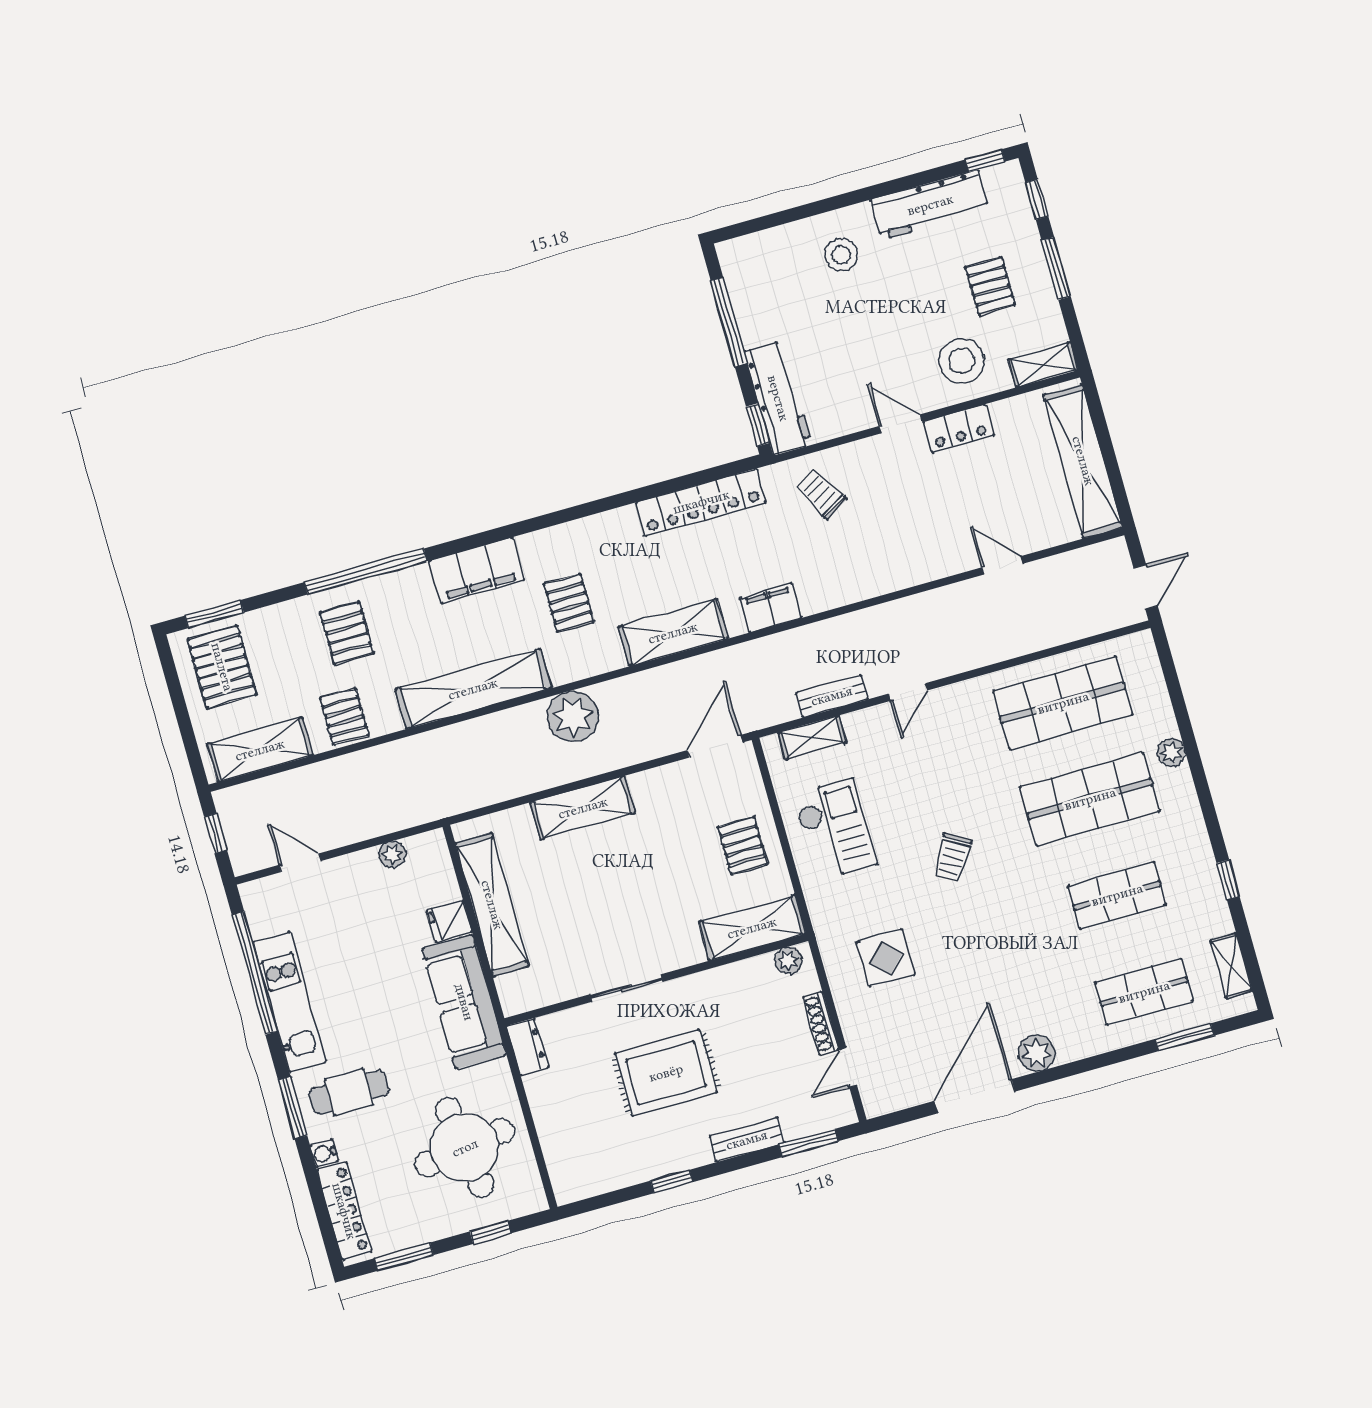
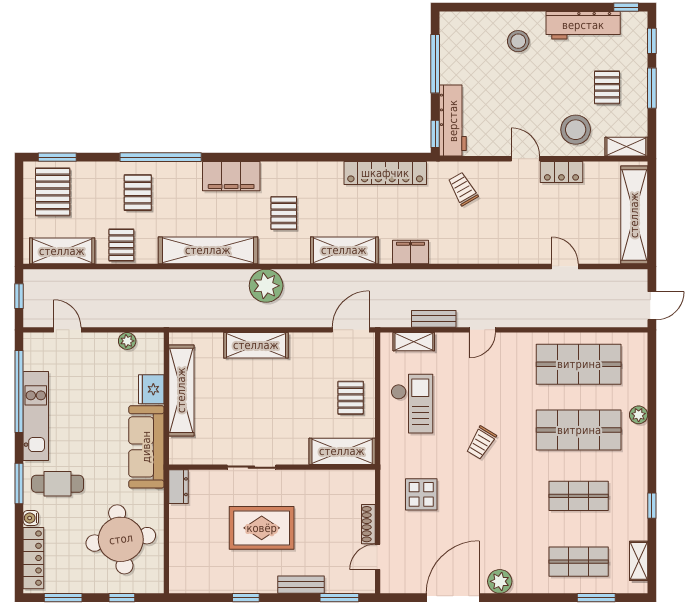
fridge: (449, 921) -> (151, 389), width x1.38
plant: (788, 960) -> (359, 478), removed

